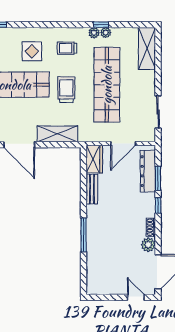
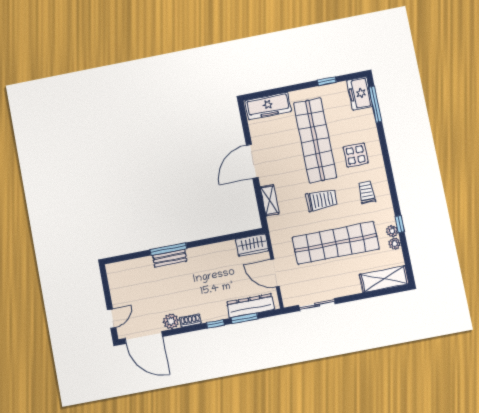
plant: (94, 33) -> (395, 244), moved
shelving: (57, 134) -> (270, 200), width x0.67, depth x0.75
bench: (92, 189) -> (170, 258), moved

